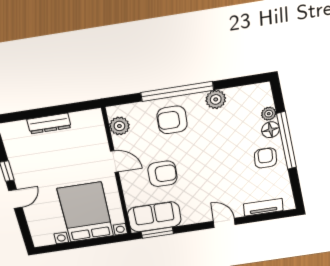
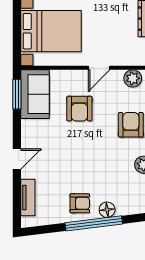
plant: (269, 114) -> (123, 209), removed

